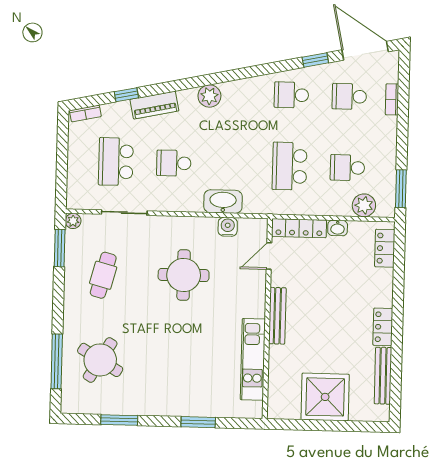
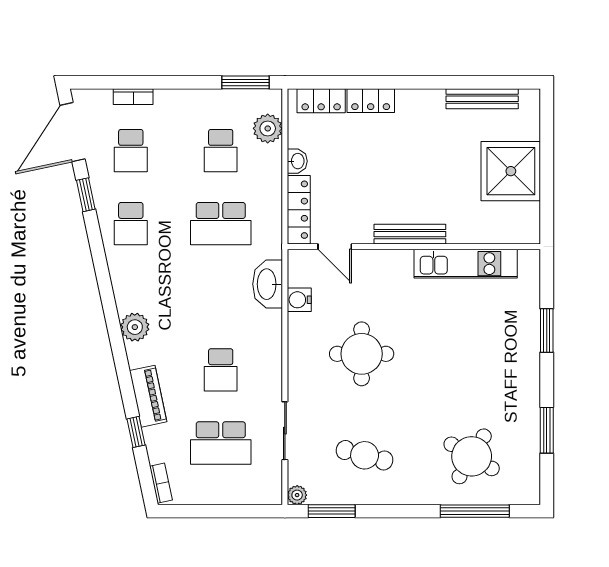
washbasin: (223, 202) -> (268, 284), moved
locker: (383, 327) -> (371, 101), moved

